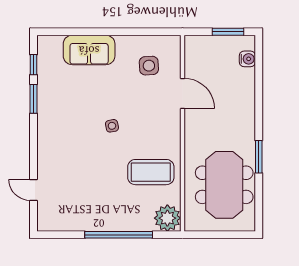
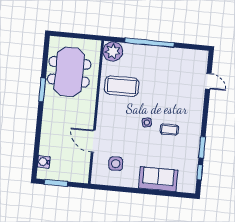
coffee table: (80, 119) -> (169, 129), added

